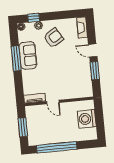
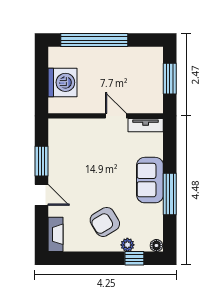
sofa: (28, 55) -> (150, 180), moved
window: (57, 147) -> (94, 40), moved

